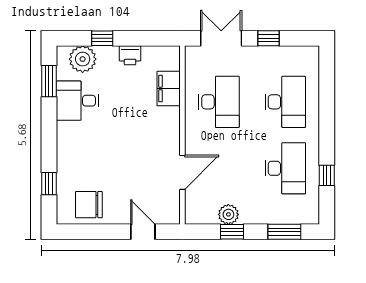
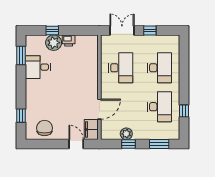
plant: (83, 59) -> (54, 43), moved
filing cabinet: (169, 88) -> (91, 129), moved
chair: (89, 205) -> (45, 128), turned 90

